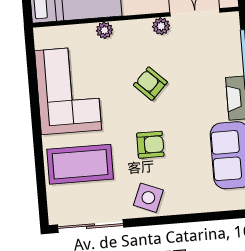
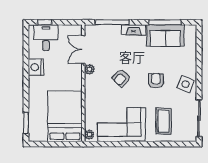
plant: (104, 30) -> (89, 135), moved
coffee table: (80, 164) -> (164, 121), width x0.73, depth x0.76

